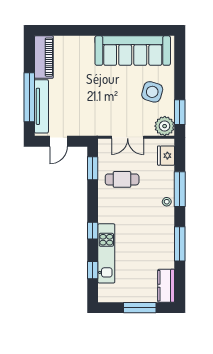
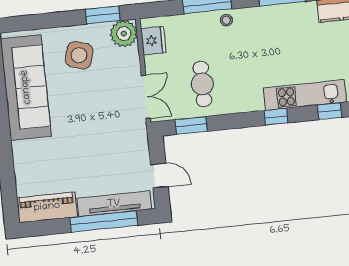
double door: (128, 137) -> (146, 97), moved
fridge: (166, 156) -> (153, 41), moved, turned -90

